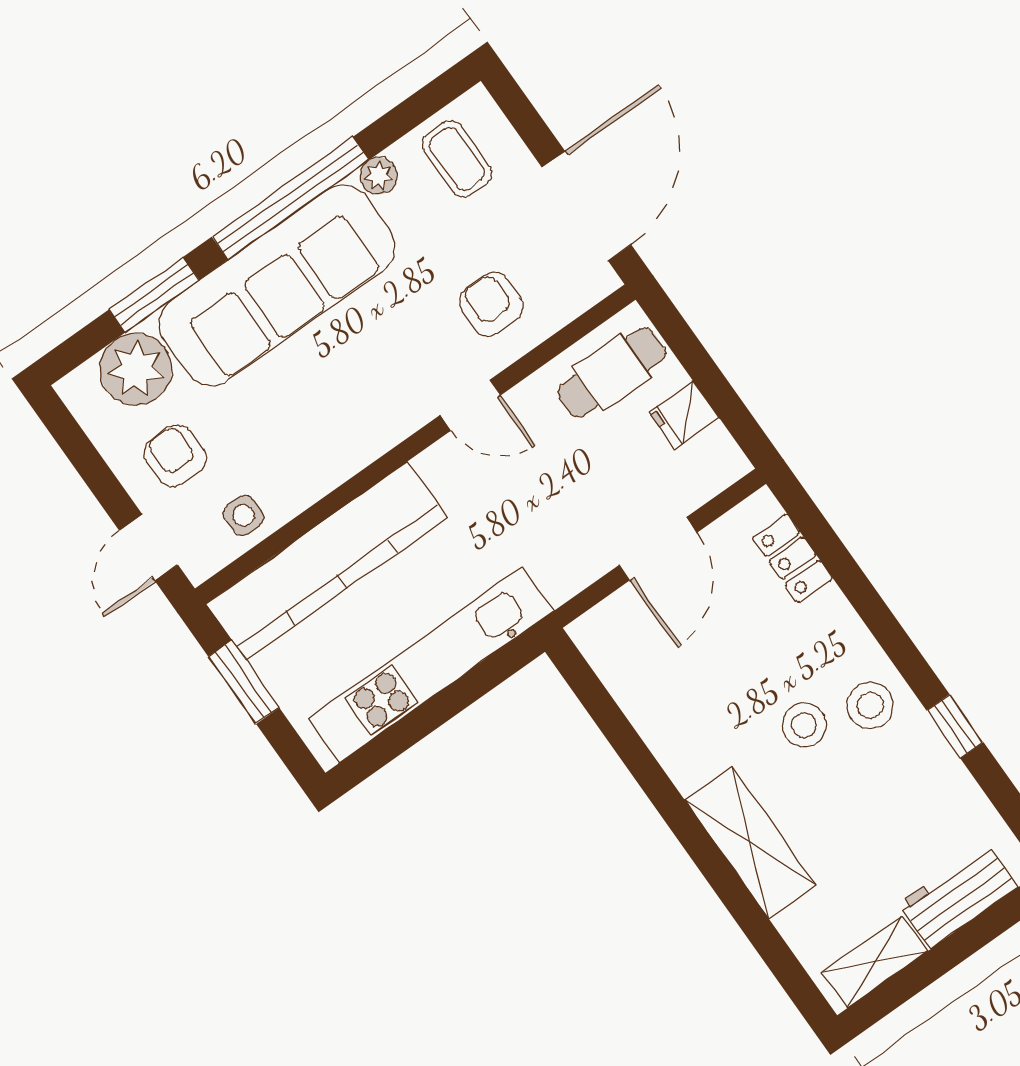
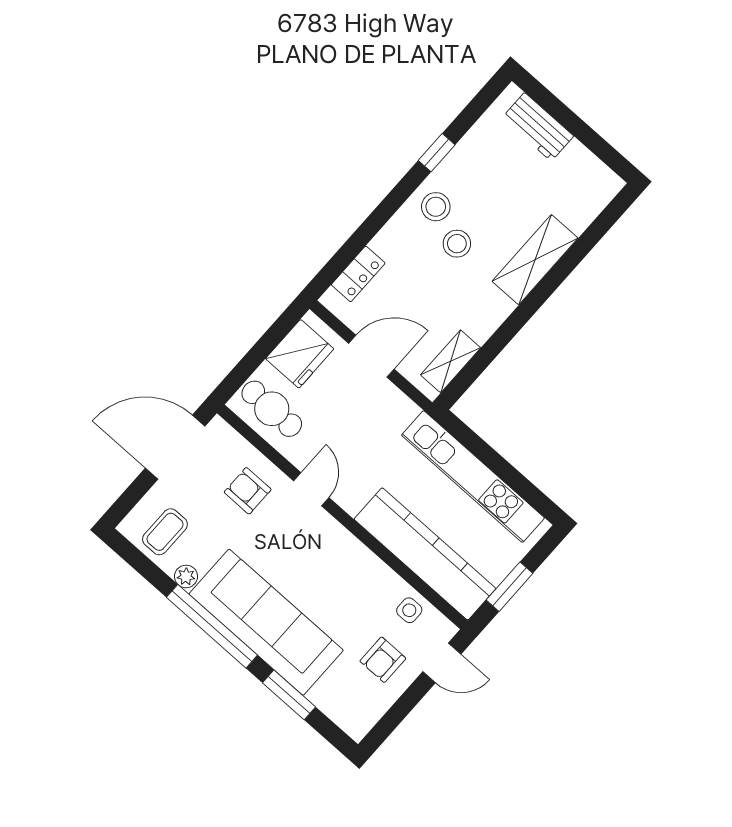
armchair: (491, 304) -> (248, 491), turned 90
plant: (136, 369) -> (336, 695), removed
fridge: (684, 415) -> (300, 354), width x1.88, depth x1.34
shelving: (875, 962) -> (451, 361), moved, turned 90

